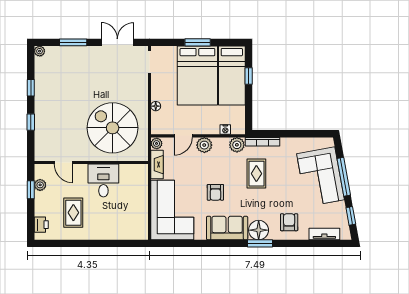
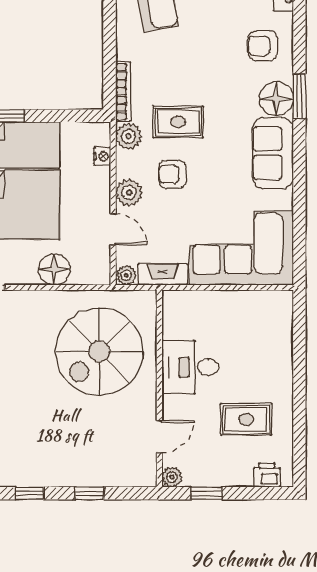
floor lamp: (156, 106) -> (54, 269), width x1.89, depth x1.89
rug: (256, 174) -> (178, 122), moved
plant: (40, 185) -> (172, 477), moved
armchair: (215, 192) -> (173, 174), moved, turned 180

